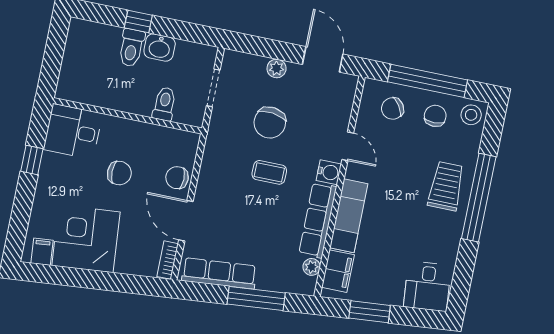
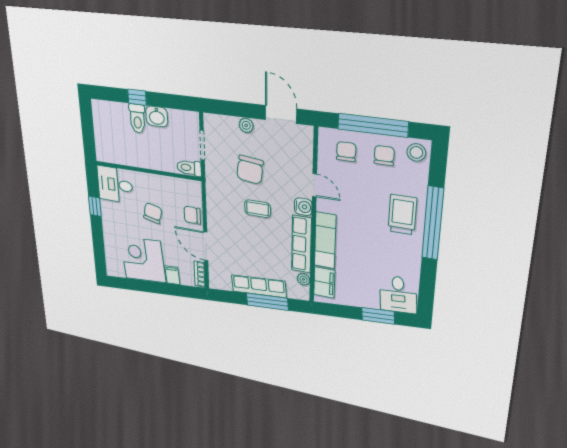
toilet: (164, 104) -> (189, 168), moved, turned -90
chair: (393, 108) -> (346, 152), turned 123
chair: (119, 173) -> (153, 213), turned -77
filing cabinet: (42, 252) -> (172, 275), moved
row of seats: (219, 273) -> (259, 286), moved
window: (370, 312) -> (378, 316), moved

